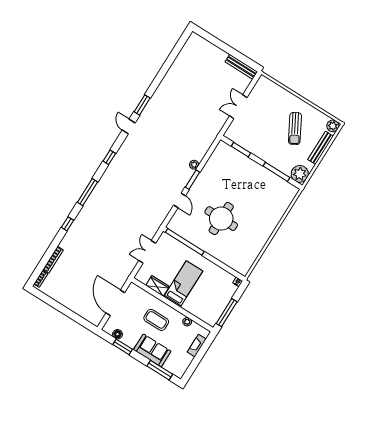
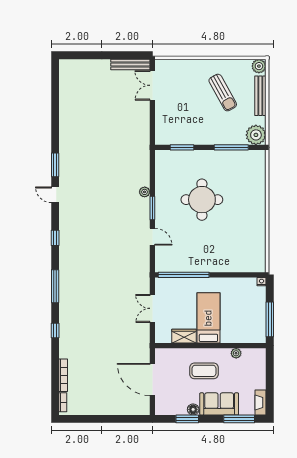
double door: (238, 107) -> (152, 85), moved
round table: (221, 219) -> (202, 200), moved
floor lamp: (118, 334) -> (193, 409), moved
fireplace: (197, 346) -> (261, 402), moved

